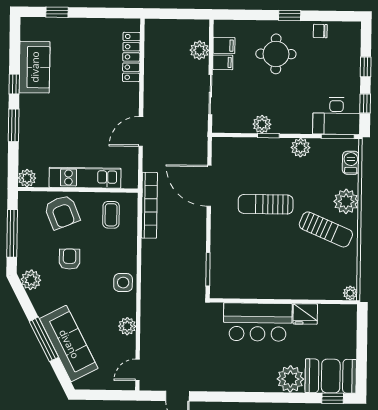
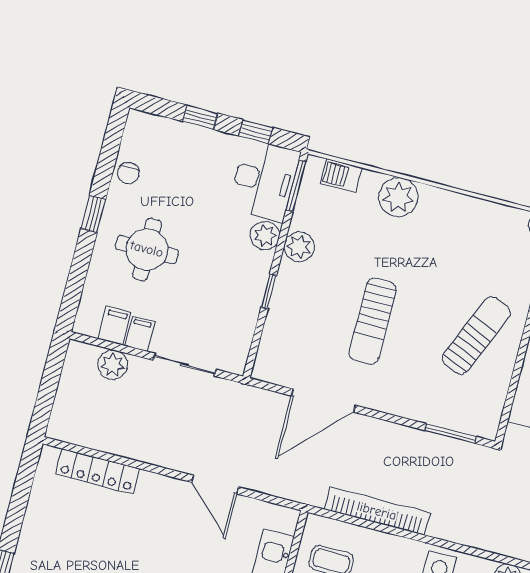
plant: (262, 124) -> (265, 236), moved
bookcase: (149, 205) -> (377, 511), moved
sun lounger: (326, 229) -> (476, 336), moved

